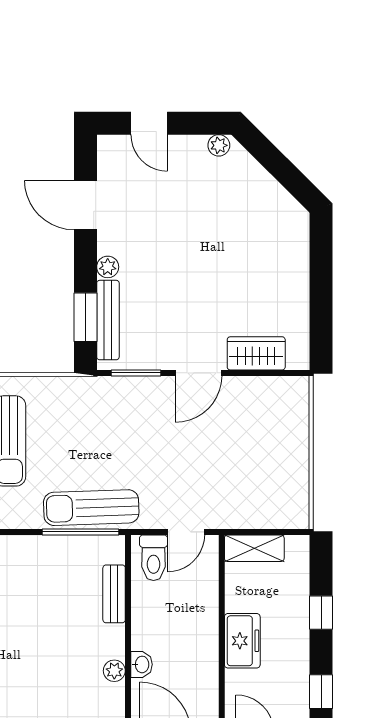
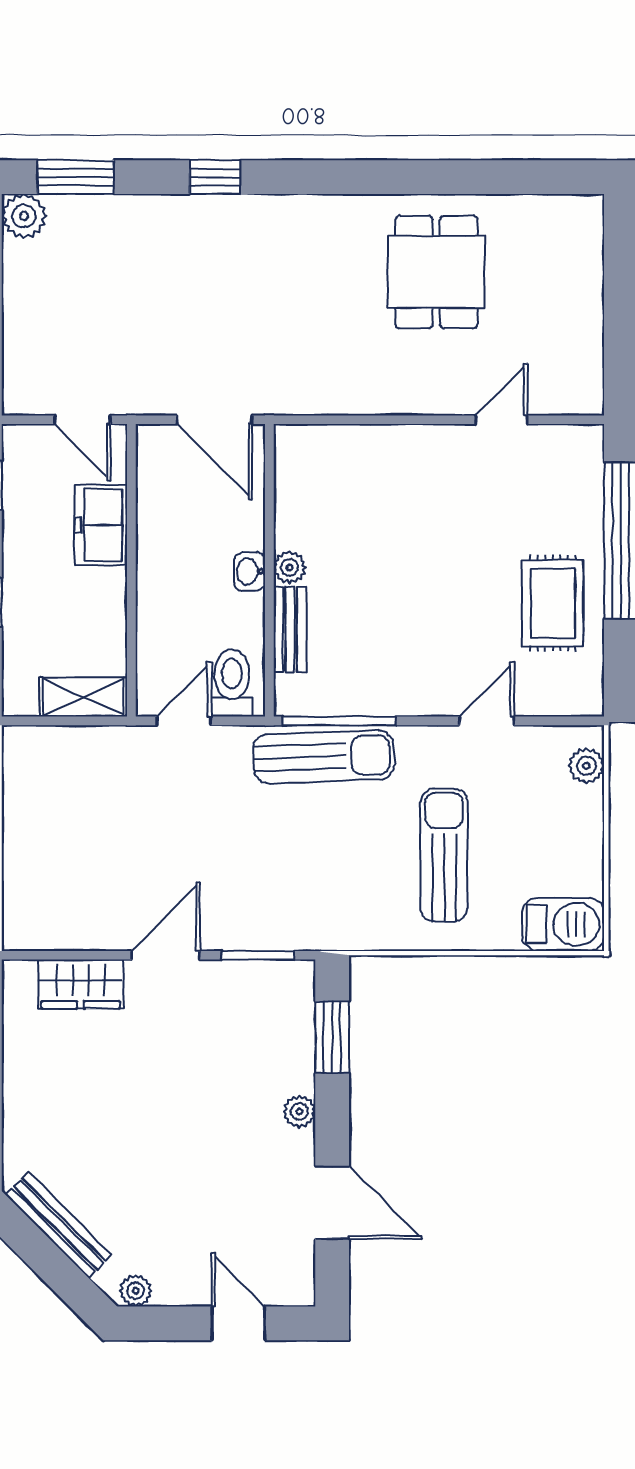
bench: (108, 320) -> (58, 1225), moved, turned -45
freezer: (242, 641) -> (101, 525), moved
washbasin: (141, 664) -> (250, 572), moved
plant: (114, 671) -> (290, 567), moved

